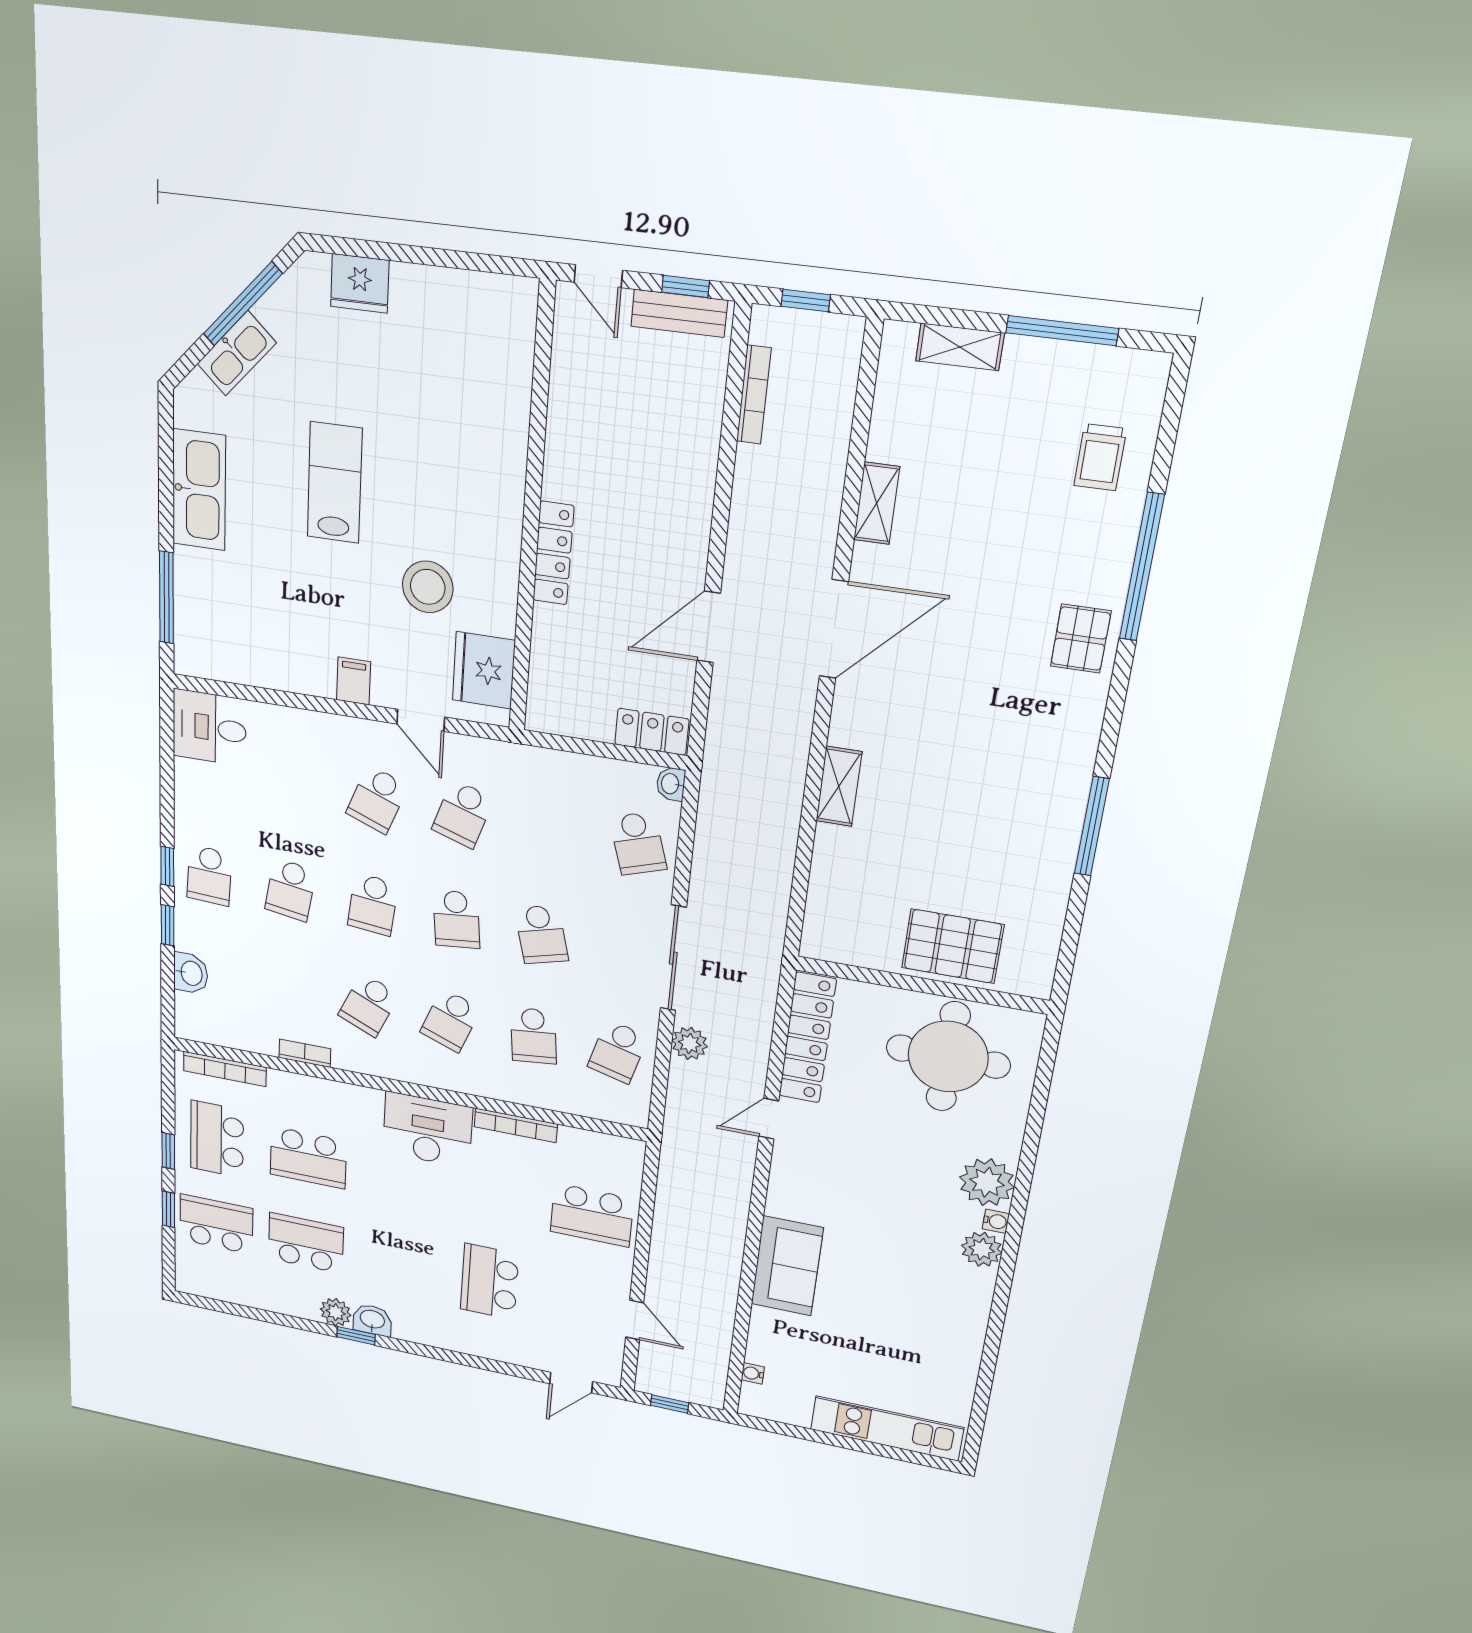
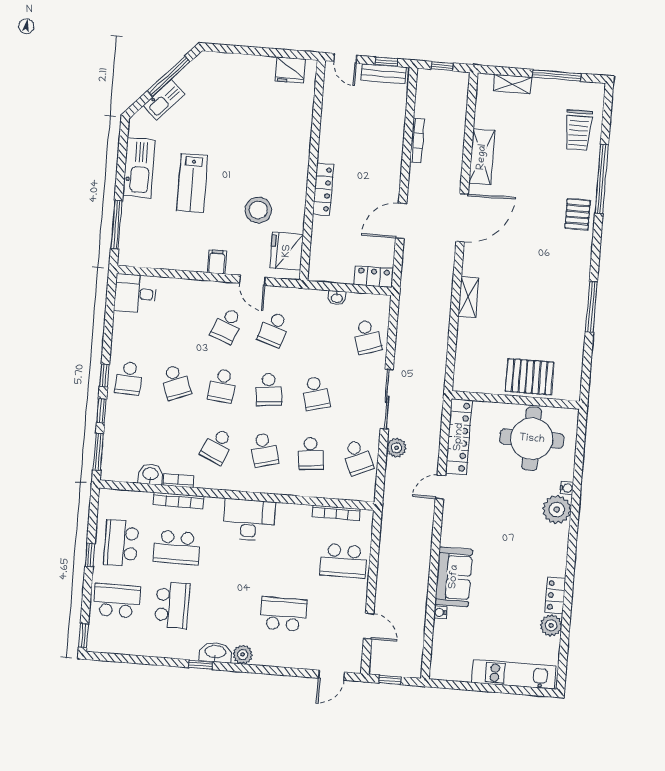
fridge: (360, 283) -> (290, 70), moved
bookcase: (754, 395) -> (417, 140), moved
trolley: (1100, 457) -> (578, 130), width x1.36, depth x1.39
lab bench: (335, 483) -> (192, 183), moved, turned 180
shelving: (877, 503) -> (482, 157), width x1.50, depth x1.33
washbasin: (671, 784) -> (337, 298), moved, turned -90
school desk: (290, 890) -> (176, 382), turned -30
washbasin: (191, 973) -> (150, 474), moved, turned -90
window: (168, 992) -> (98, 452), added
school desk: (450, 1020) -> (264, 450), turned -36
school desk: (618, 1052) -> (357, 457), turned -39
bookcase: (225, 1069) -> (178, 501), moved
bookcase: (516, 1125) -> (336, 513), moved
window: (168, 1209) -> (83, 636), moved
water cooler: (996, 1221) -> (567, 488), moved
school desk: (306, 1243) -> (172, 605), turned 90
plant: (982, 1249) -> (551, 625), moved
school desk: (489, 1282) -> (283, 614), turned 90
plant: (336, 1312) -> (243, 655), moved
washbasin: (372, 1320) -> (215, 652), width x1.38
locker: (972, 1320) -> (555, 595), added
water cooler: (753, 1373) -> (440, 612), moved

